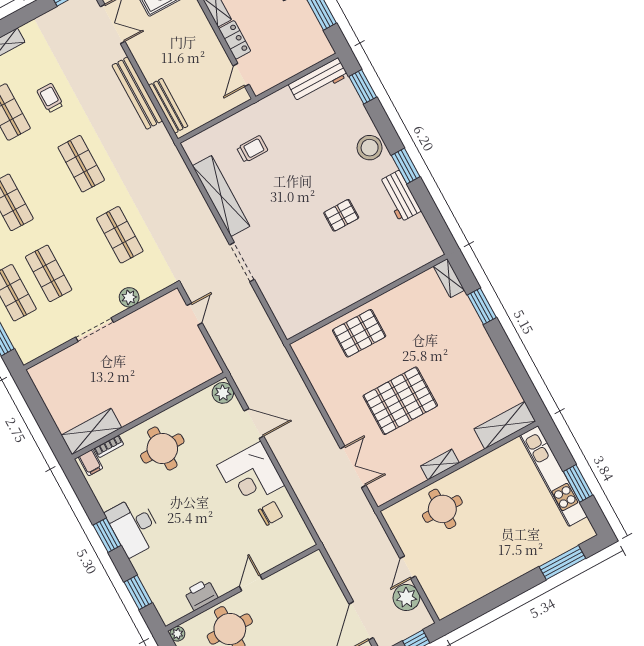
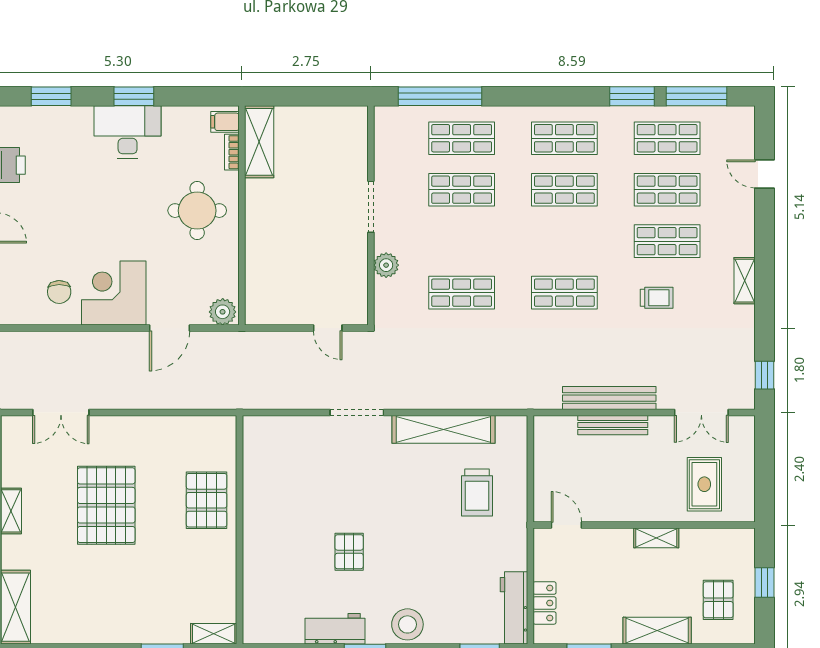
locker: (235, 40) -> (545, 603), moved, turned -90
bench: (168, 106) -> (613, 425), moved
trolley: (252, 149) -> (477, 493), width x1.36, depth x1.39

